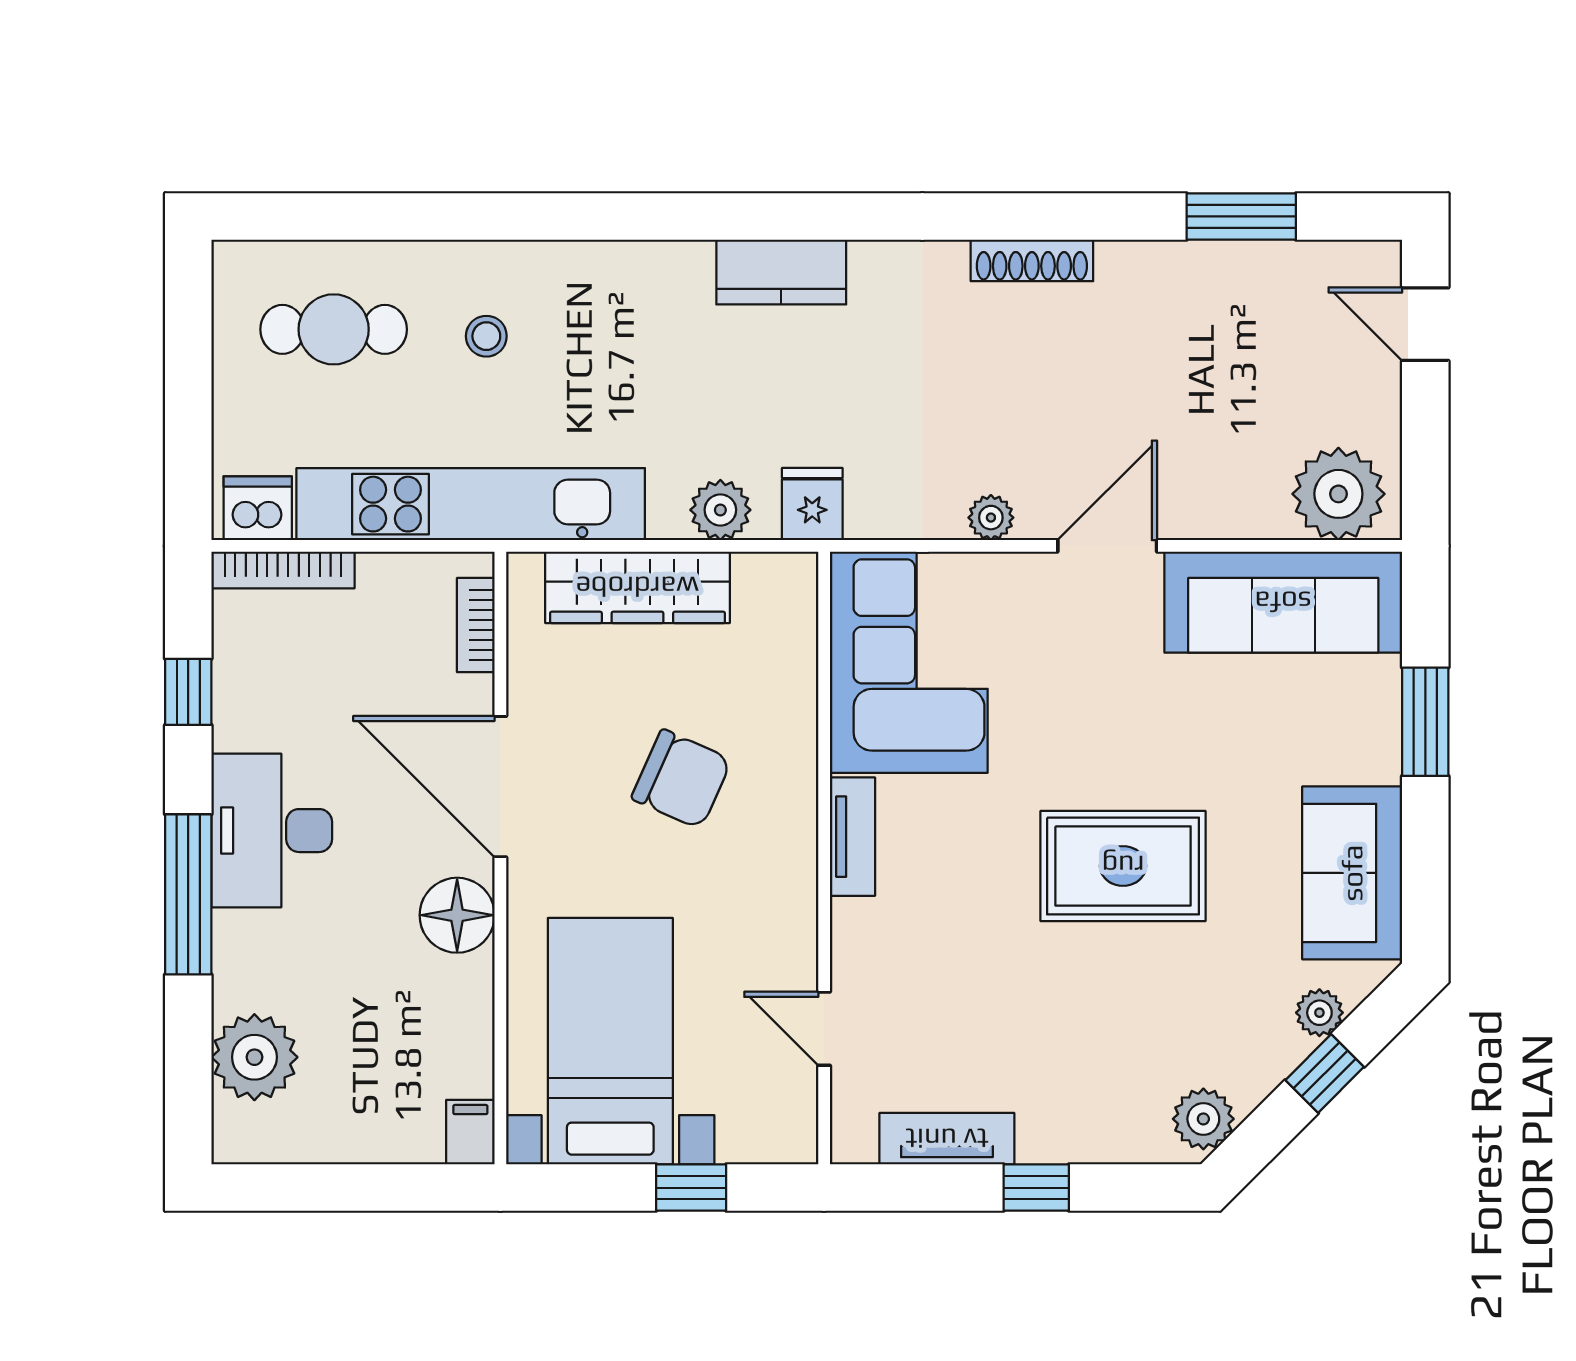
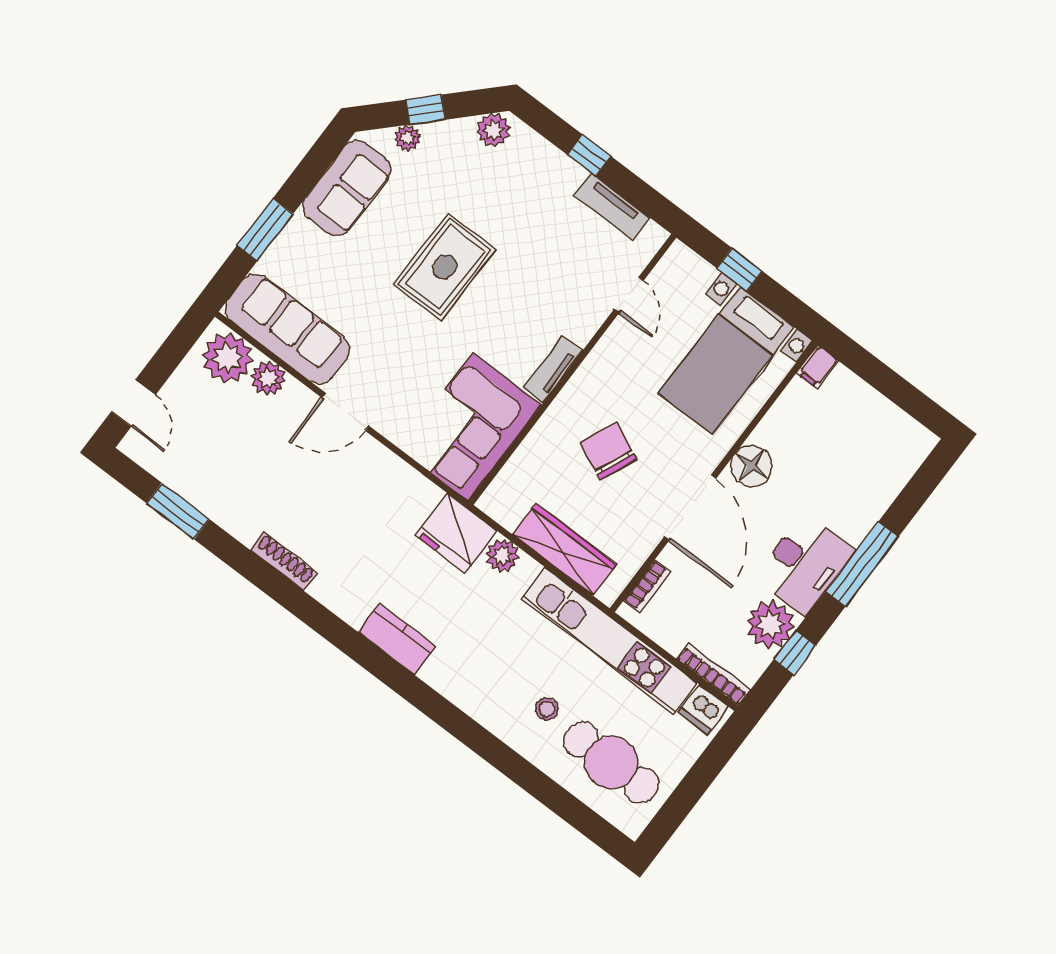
cafe table: (334, 329) -> (611, 762), width x1.37, depth x1.35
fridge: (812, 504) -> (456, 533), width x1.88, depth x1.34
plant: (991, 518) -> (268, 378), moved, width x1.38, depth x1.38
rug: (1123, 866) -> (445, 267), turned 90
plant: (254, 1057) -> (771, 624), moved

